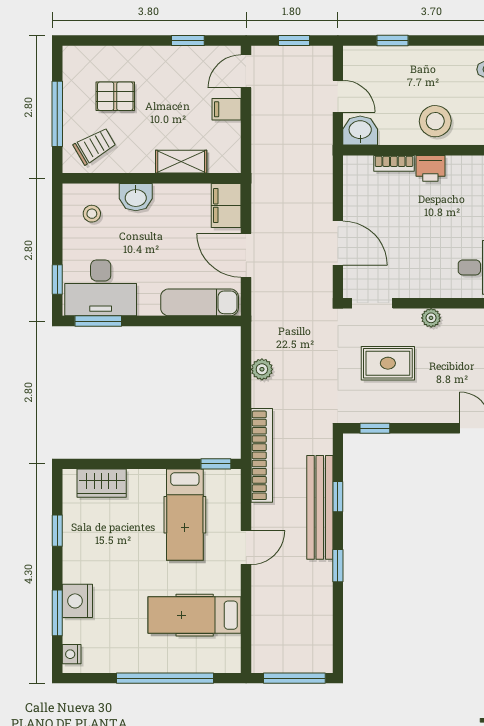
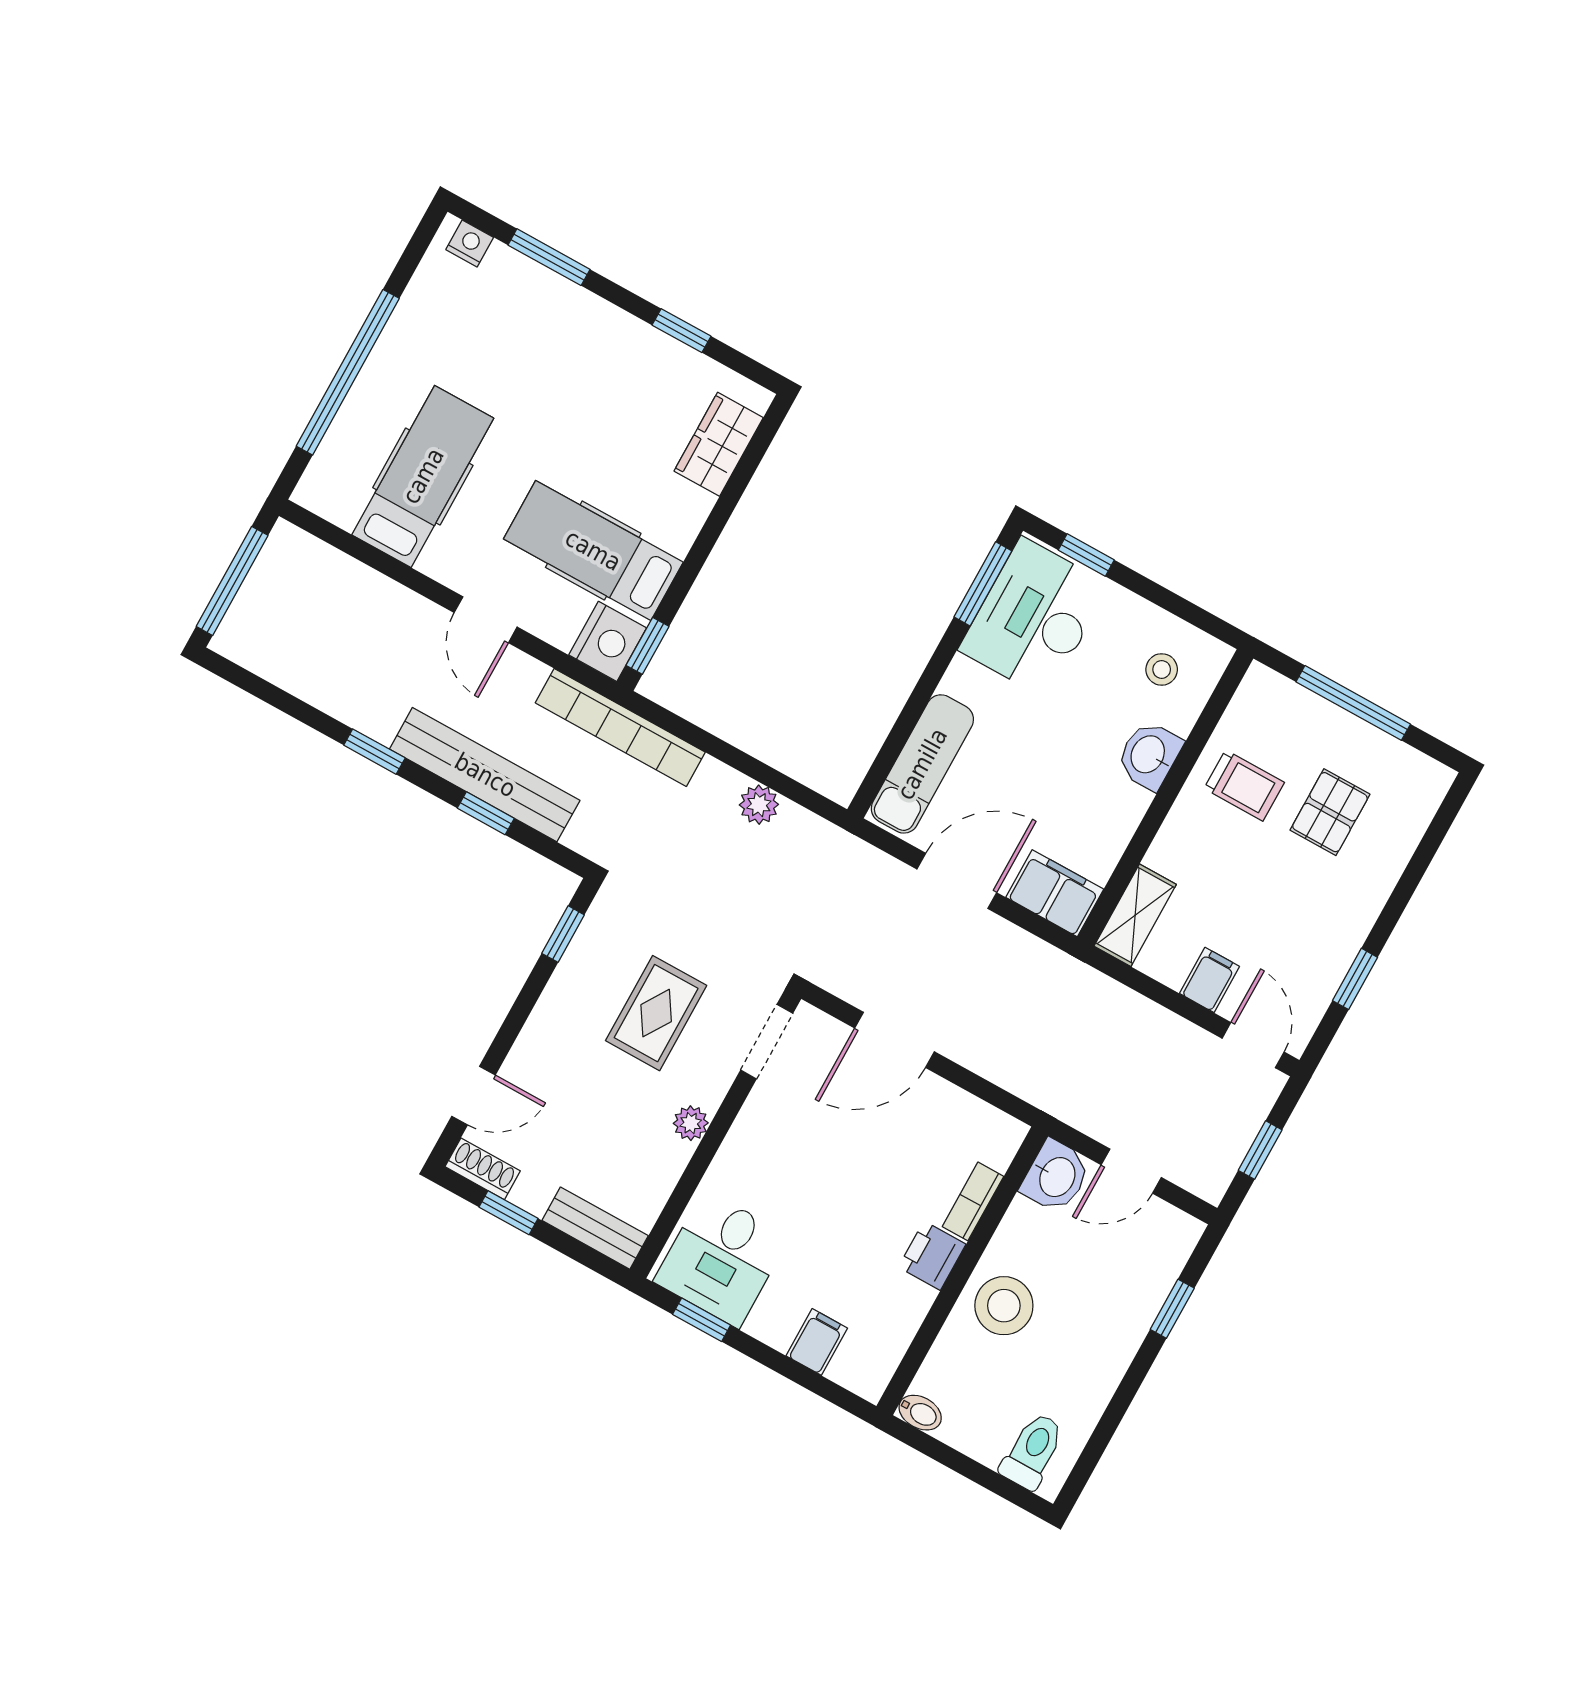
trolley: (95, 146) -> (1244, 785), moved, turned -60
shelving: (181, 162) -> (1135, 915), moved
nightstand: (77, 601) -> (608, 641), moved, turned 90

